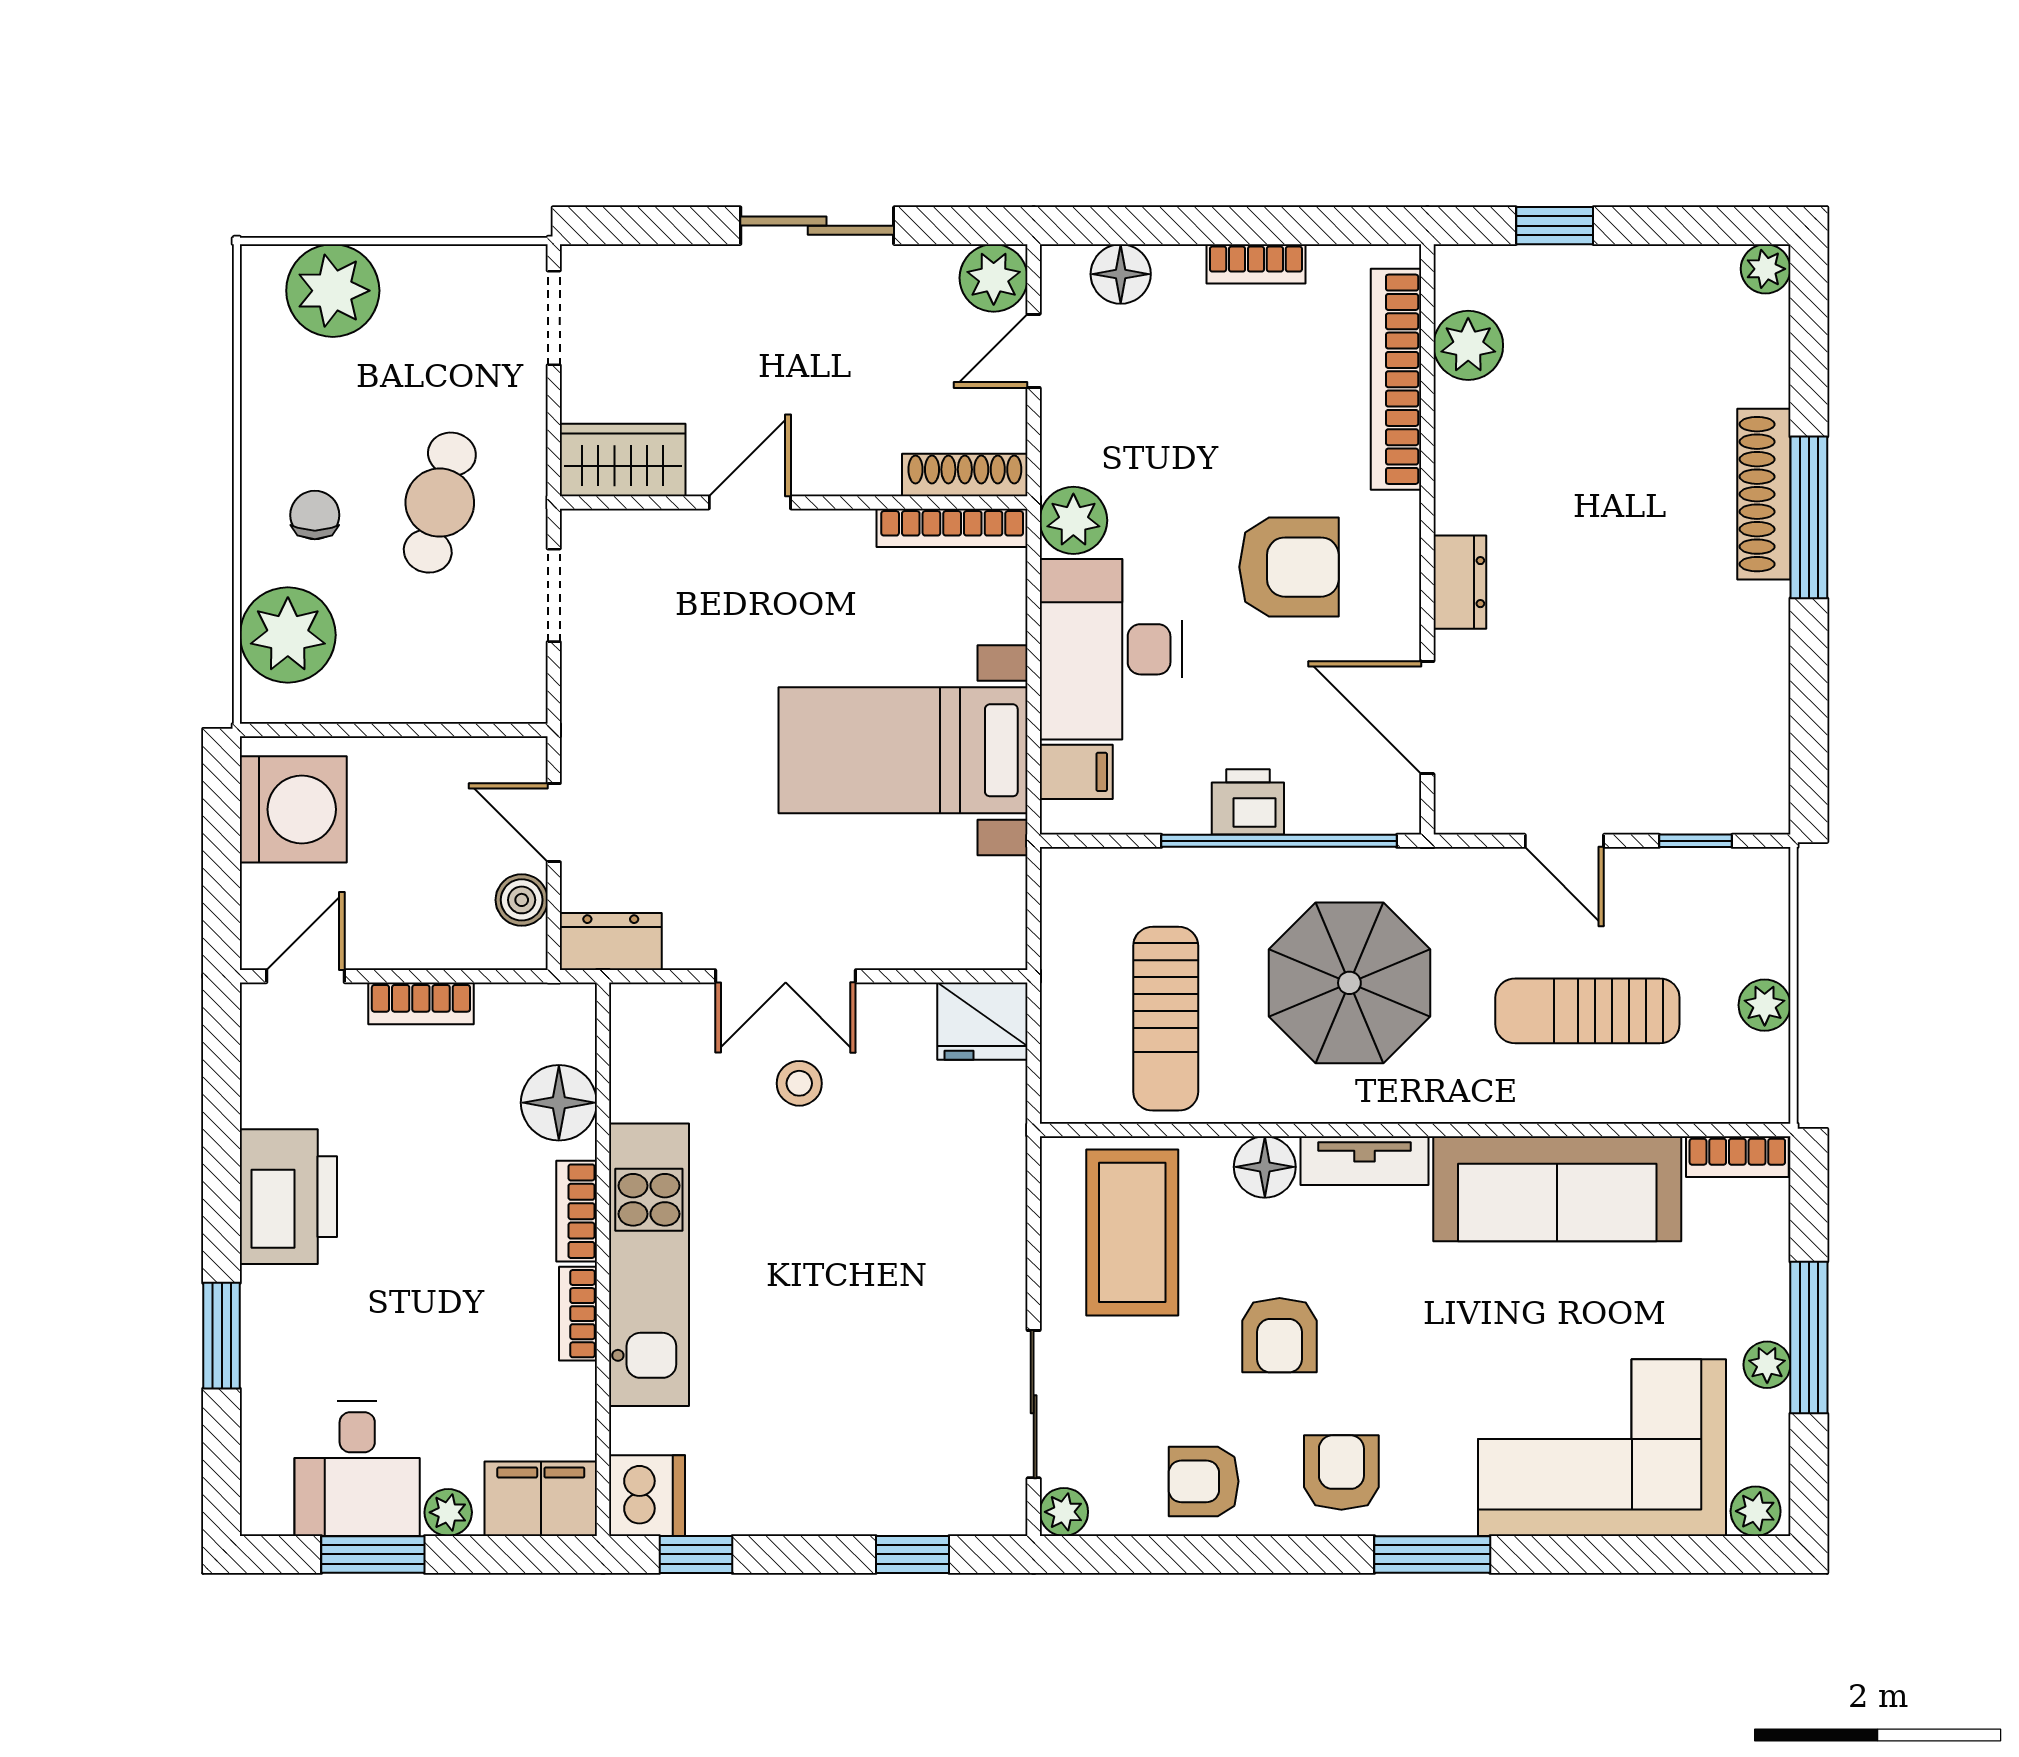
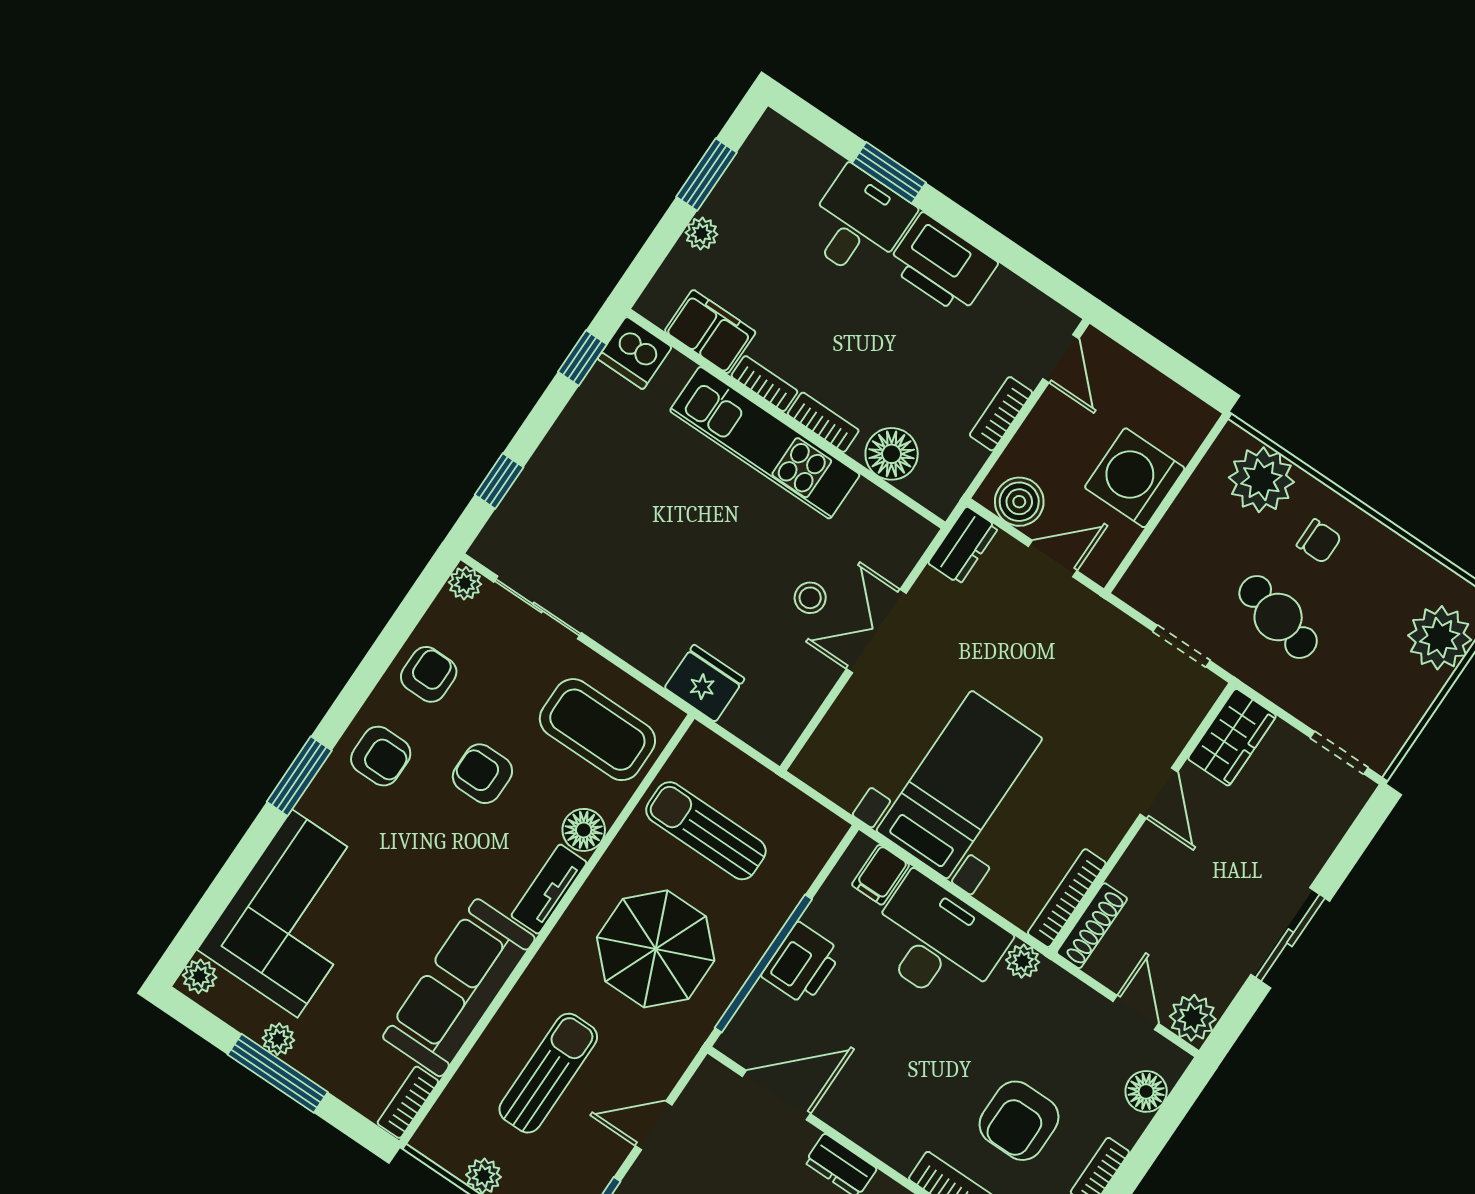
plant: (1073, 520) -> (1023, 961), width x0.73, depth x0.73
armchair: (1289, 567) -> (1019, 1121), moved
printer: (1248, 802) -> (802, 964), width x1.36, depth x1.24
washing machine: (293, 809) -> (1135, 478), moved, turned 90
boiler: (522, 900) -> (1019, 502), width x1.36, depth x1.36
fridge: (982, 1021) -> (705, 683), moved, turned 90
desk: (357, 1469) -> (858, 223), moved, turned 90
filing cabinet: (541, 1499) -> (710, 332), moved, turned -90

